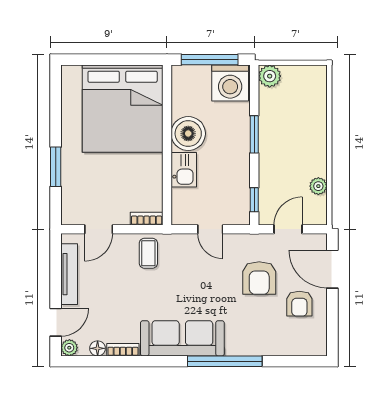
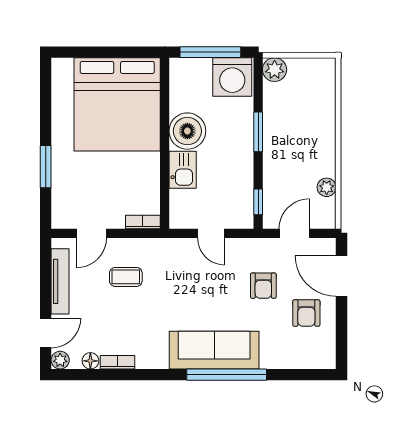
coffee table: (148, 253) -> (126, 277), moved, turned 90
armchair: (259, 278) -> (263, 286), width x0.72, depth x0.72
sofa: (182, 338) -> (214, 350), moved

